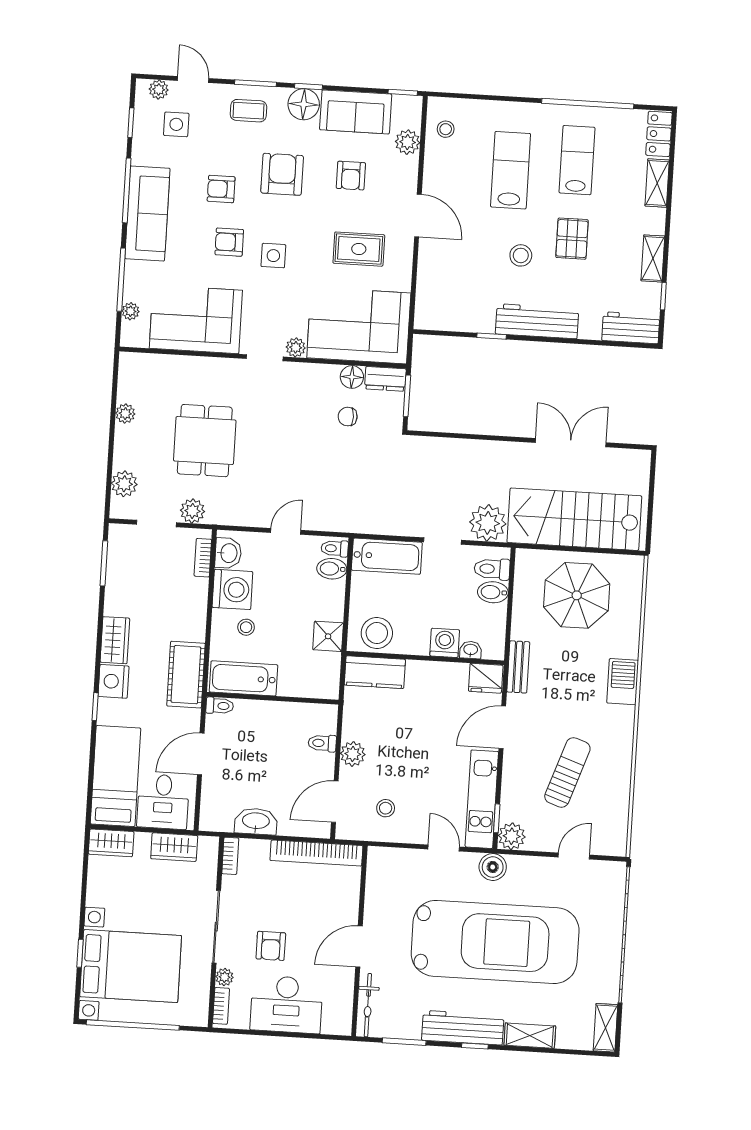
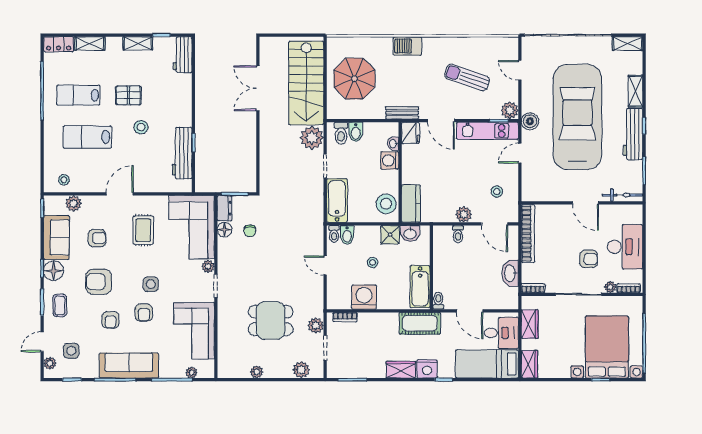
workbench: (537, 321) -> (182, 153), moved
washbasin: (228, 553) -> (410, 233), moved, turned 180
stool: (246, 627) -> (372, 262), moved

